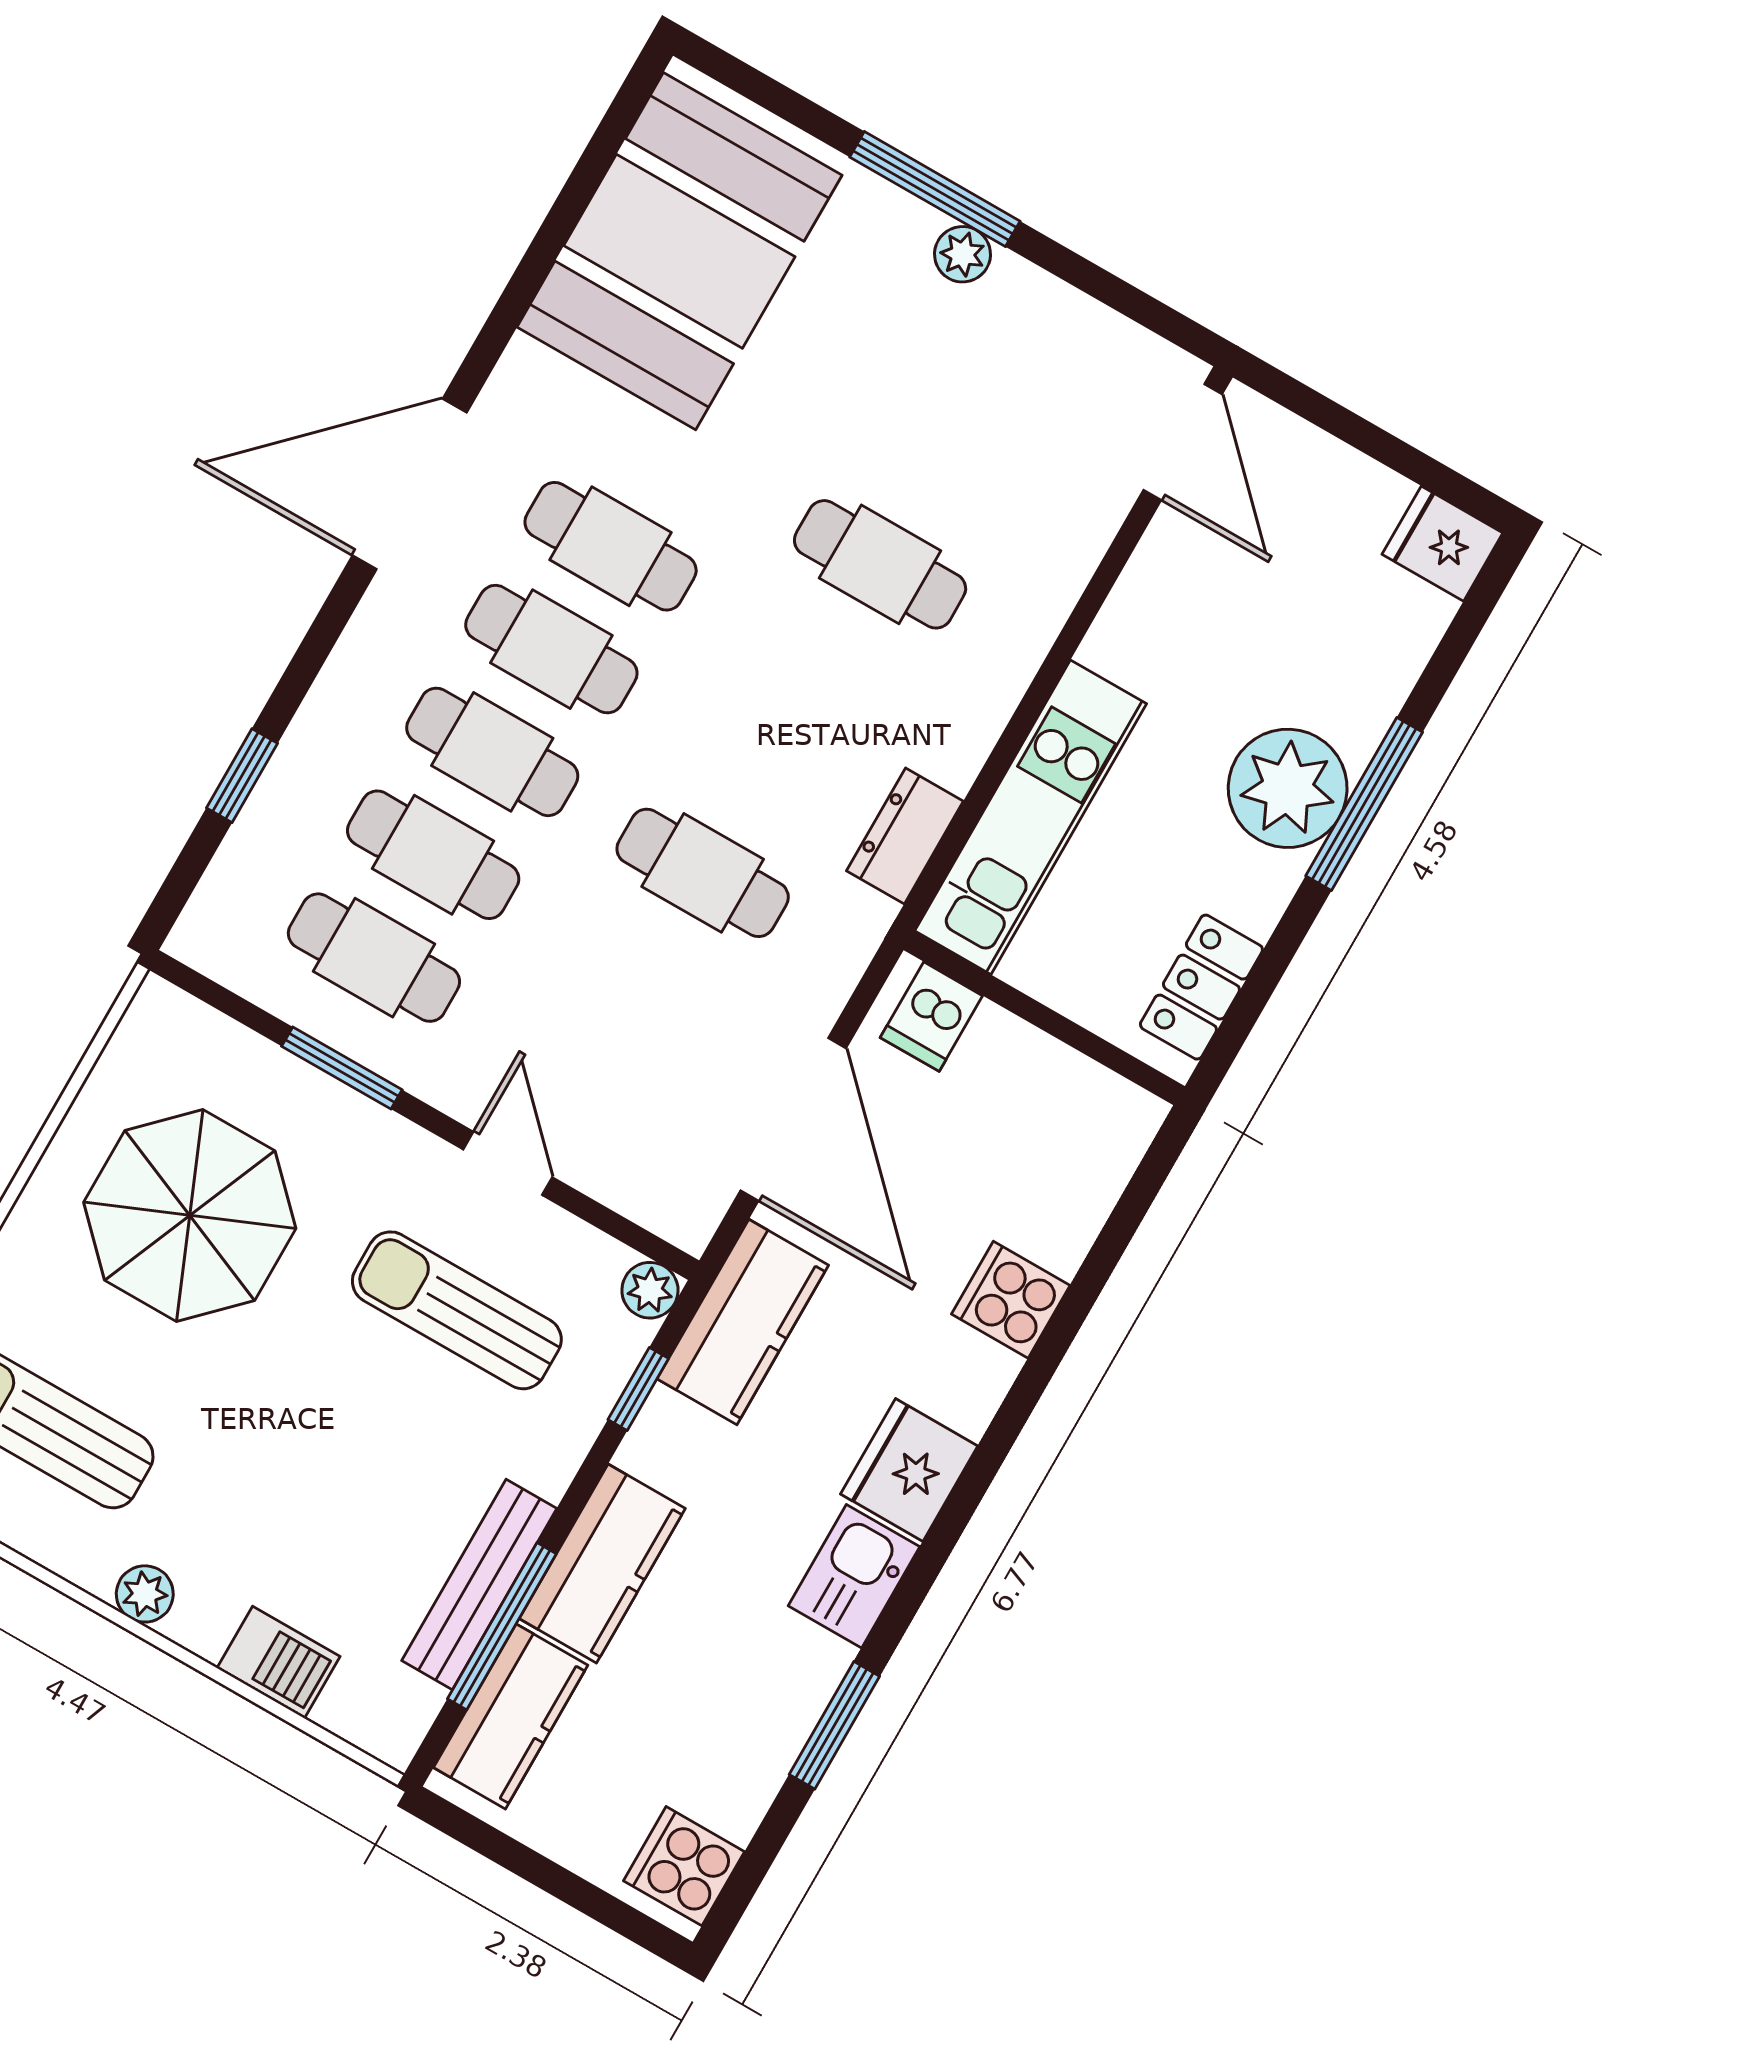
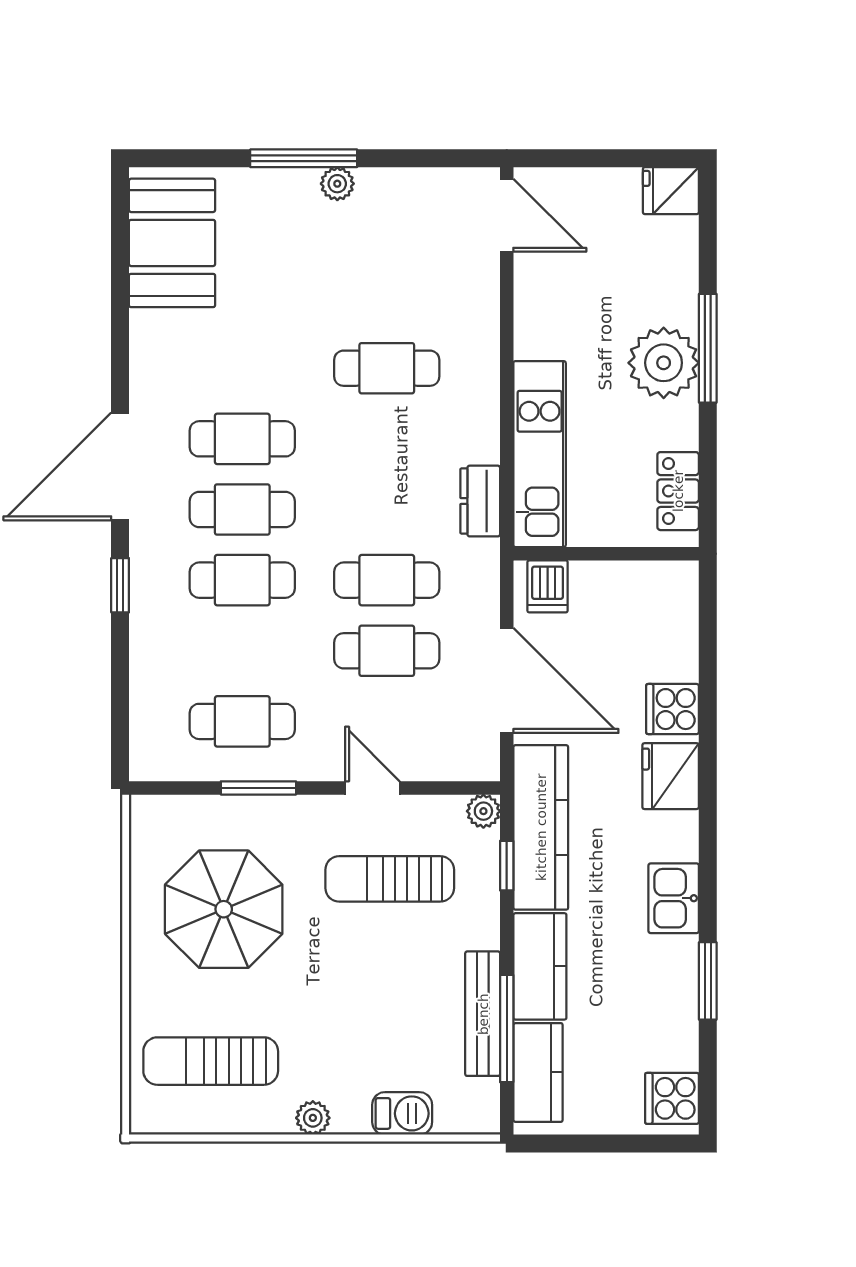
booth: (679, 251) -> (172, 243), width x0.73, depth x0.70
window: (242, 776) -> (120, 585), moved
cafe table: (433, 855) -> (387, 651), moved
kitchen counter: (743, 1322) -> (541, 827), width x1.50
fridge: (909, 1470) -> (671, 776), moved

